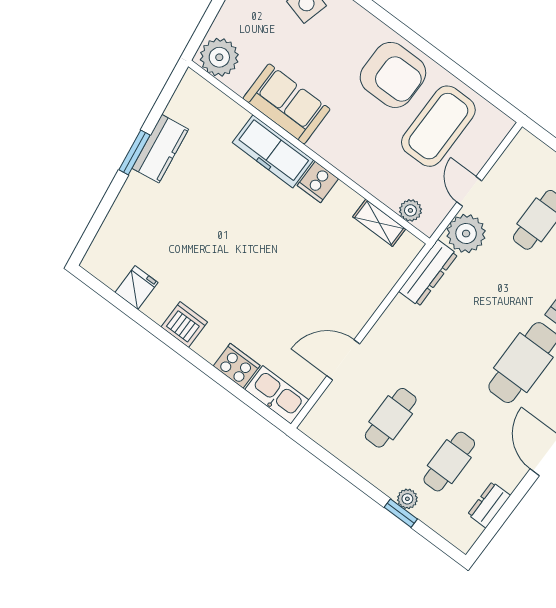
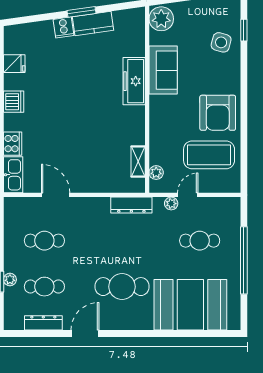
cooker: (318, 182) -> (63, 27), moved, turned -98
plant: (466, 234) -> (171, 204), width x0.53, depth x0.53
dresser: (489, 505) -> (43, 323), width x1.44

